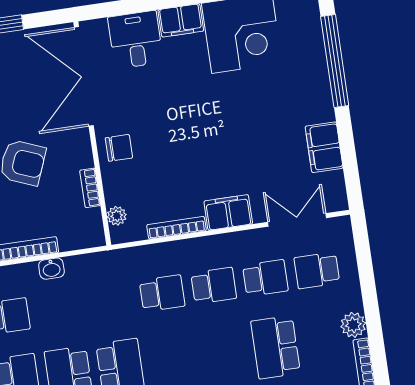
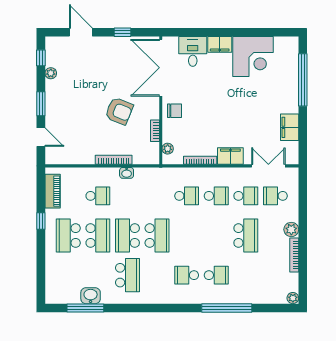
school desk: (275, 347) -> (246, 236), turned 180

